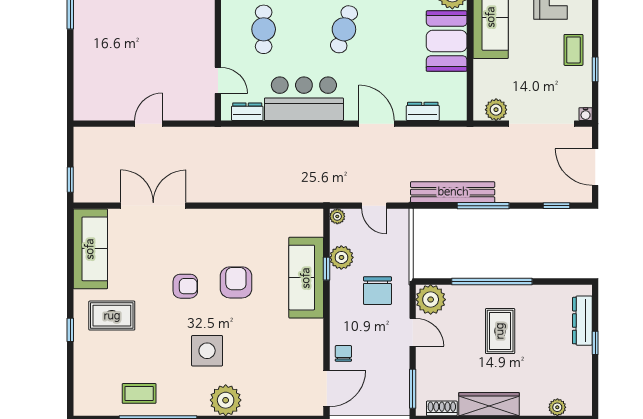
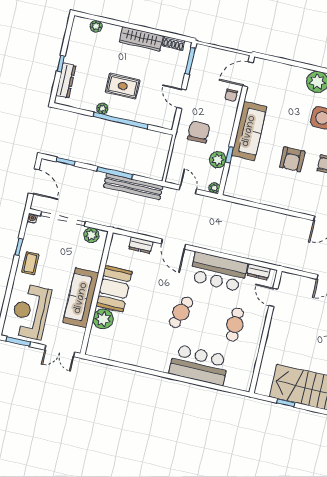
sofa: (306, 278) -> (249, 131), moved
plant: (431, 300) -> (102, 109), moved, width x0.53, depth x0.53
rug: (500, 331) -> (123, 86), turned 90

